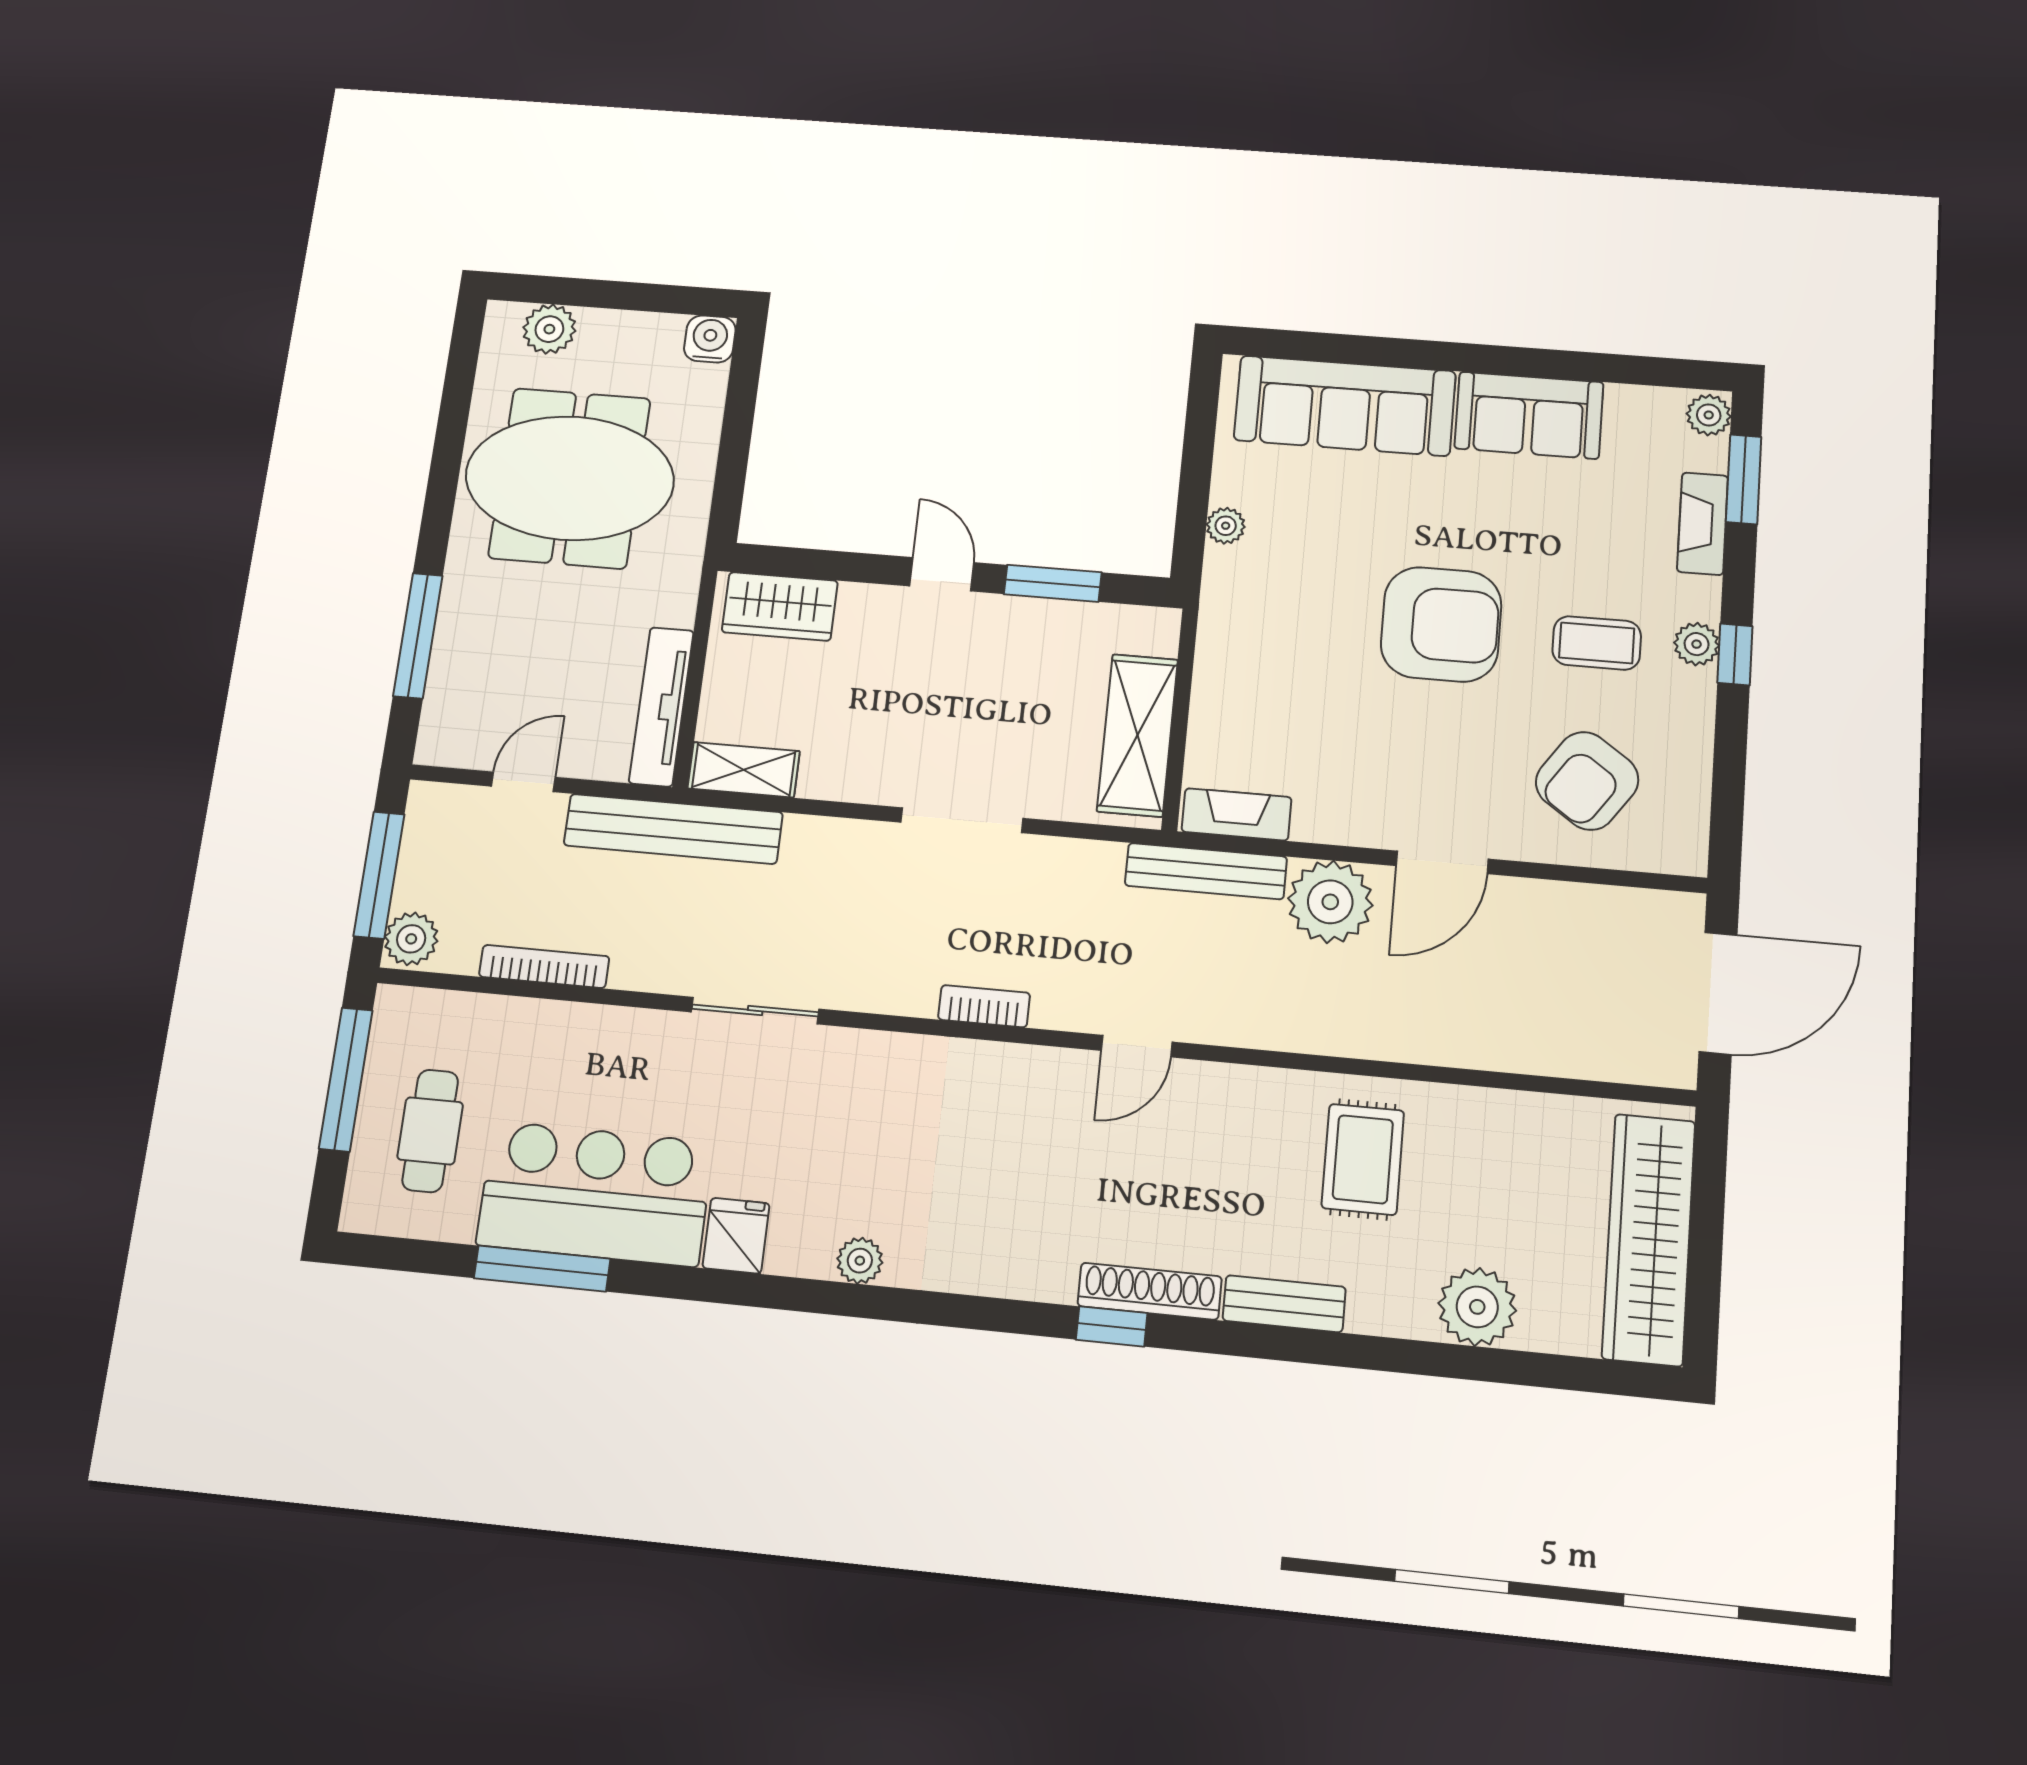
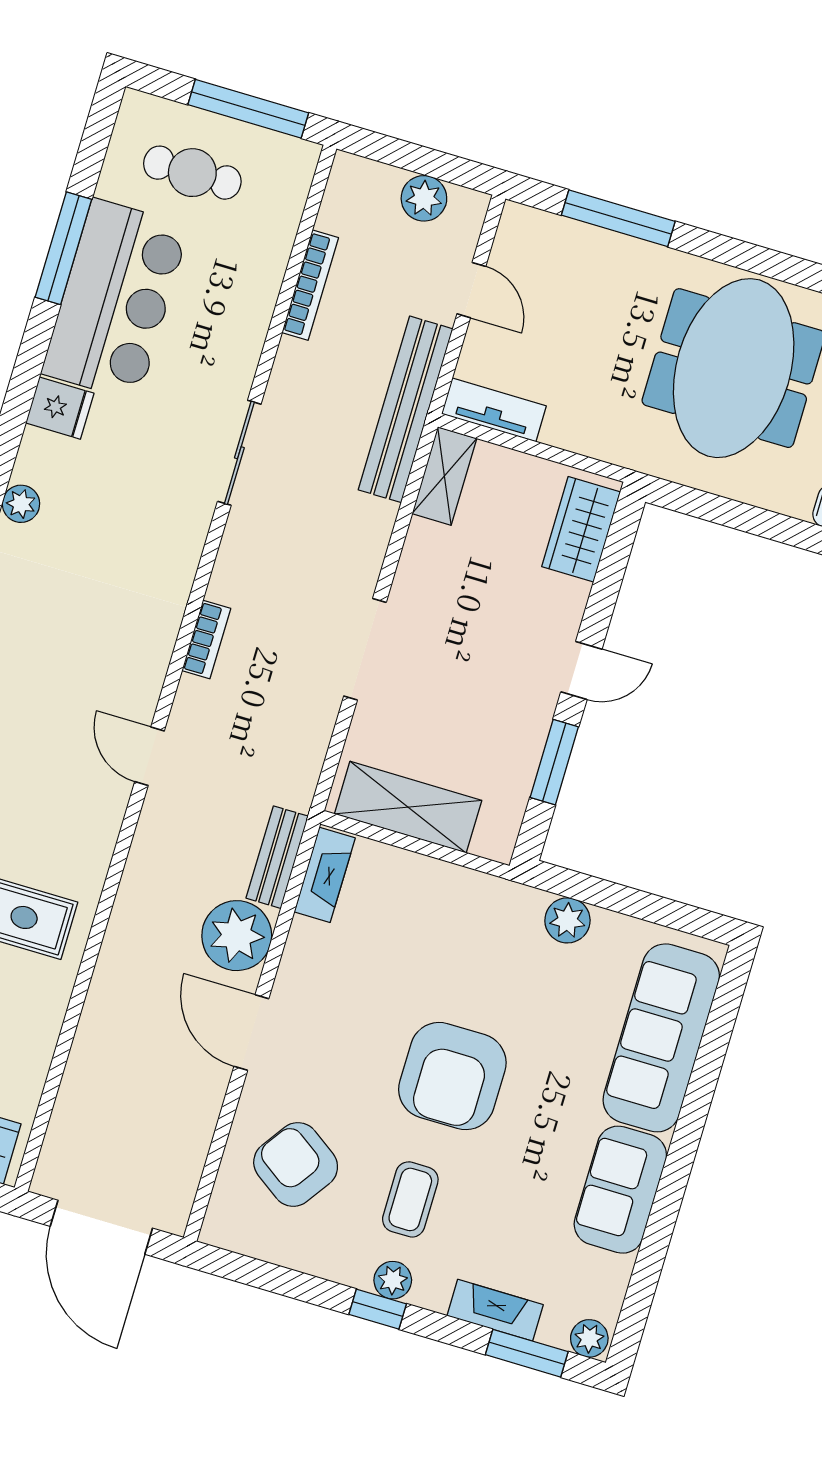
plant: (1226, 526) -> (567, 920), width x1.38, depth x1.38
tv unit: (661, 707) -> (494, 410), width x0.71
bench: (1206, 871) -> (277, 857), width x0.73
window: (379, 875) -> (415, 158), removed
plant: (411, 939) -> (424, 198), moved

